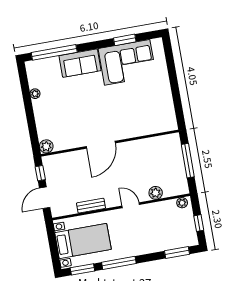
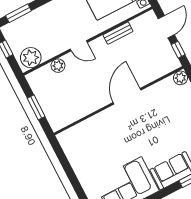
window: (188, 161) -> (36, 107), width x0.69
plant: (182, 203) -> (31, 58), width x1.87, depth x1.87

